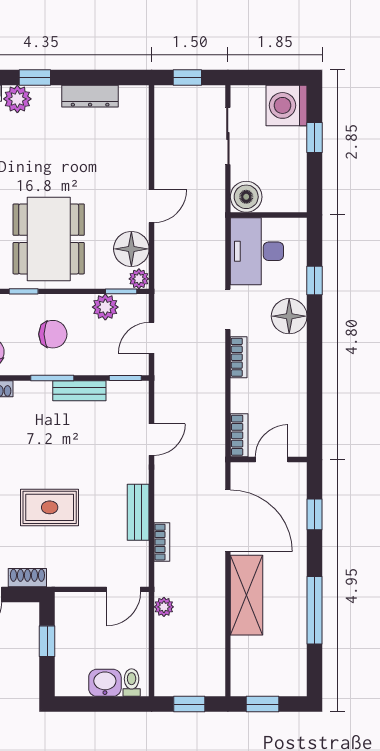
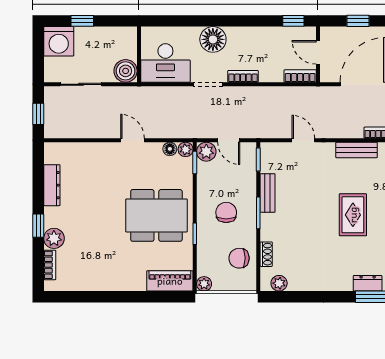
floor lamp: (131, 249) -> (170, 149), width x0.53, depth x0.53
window: (315, 281) -> (293, 21), moved
plant: (105, 307) -> (206, 152), moved

